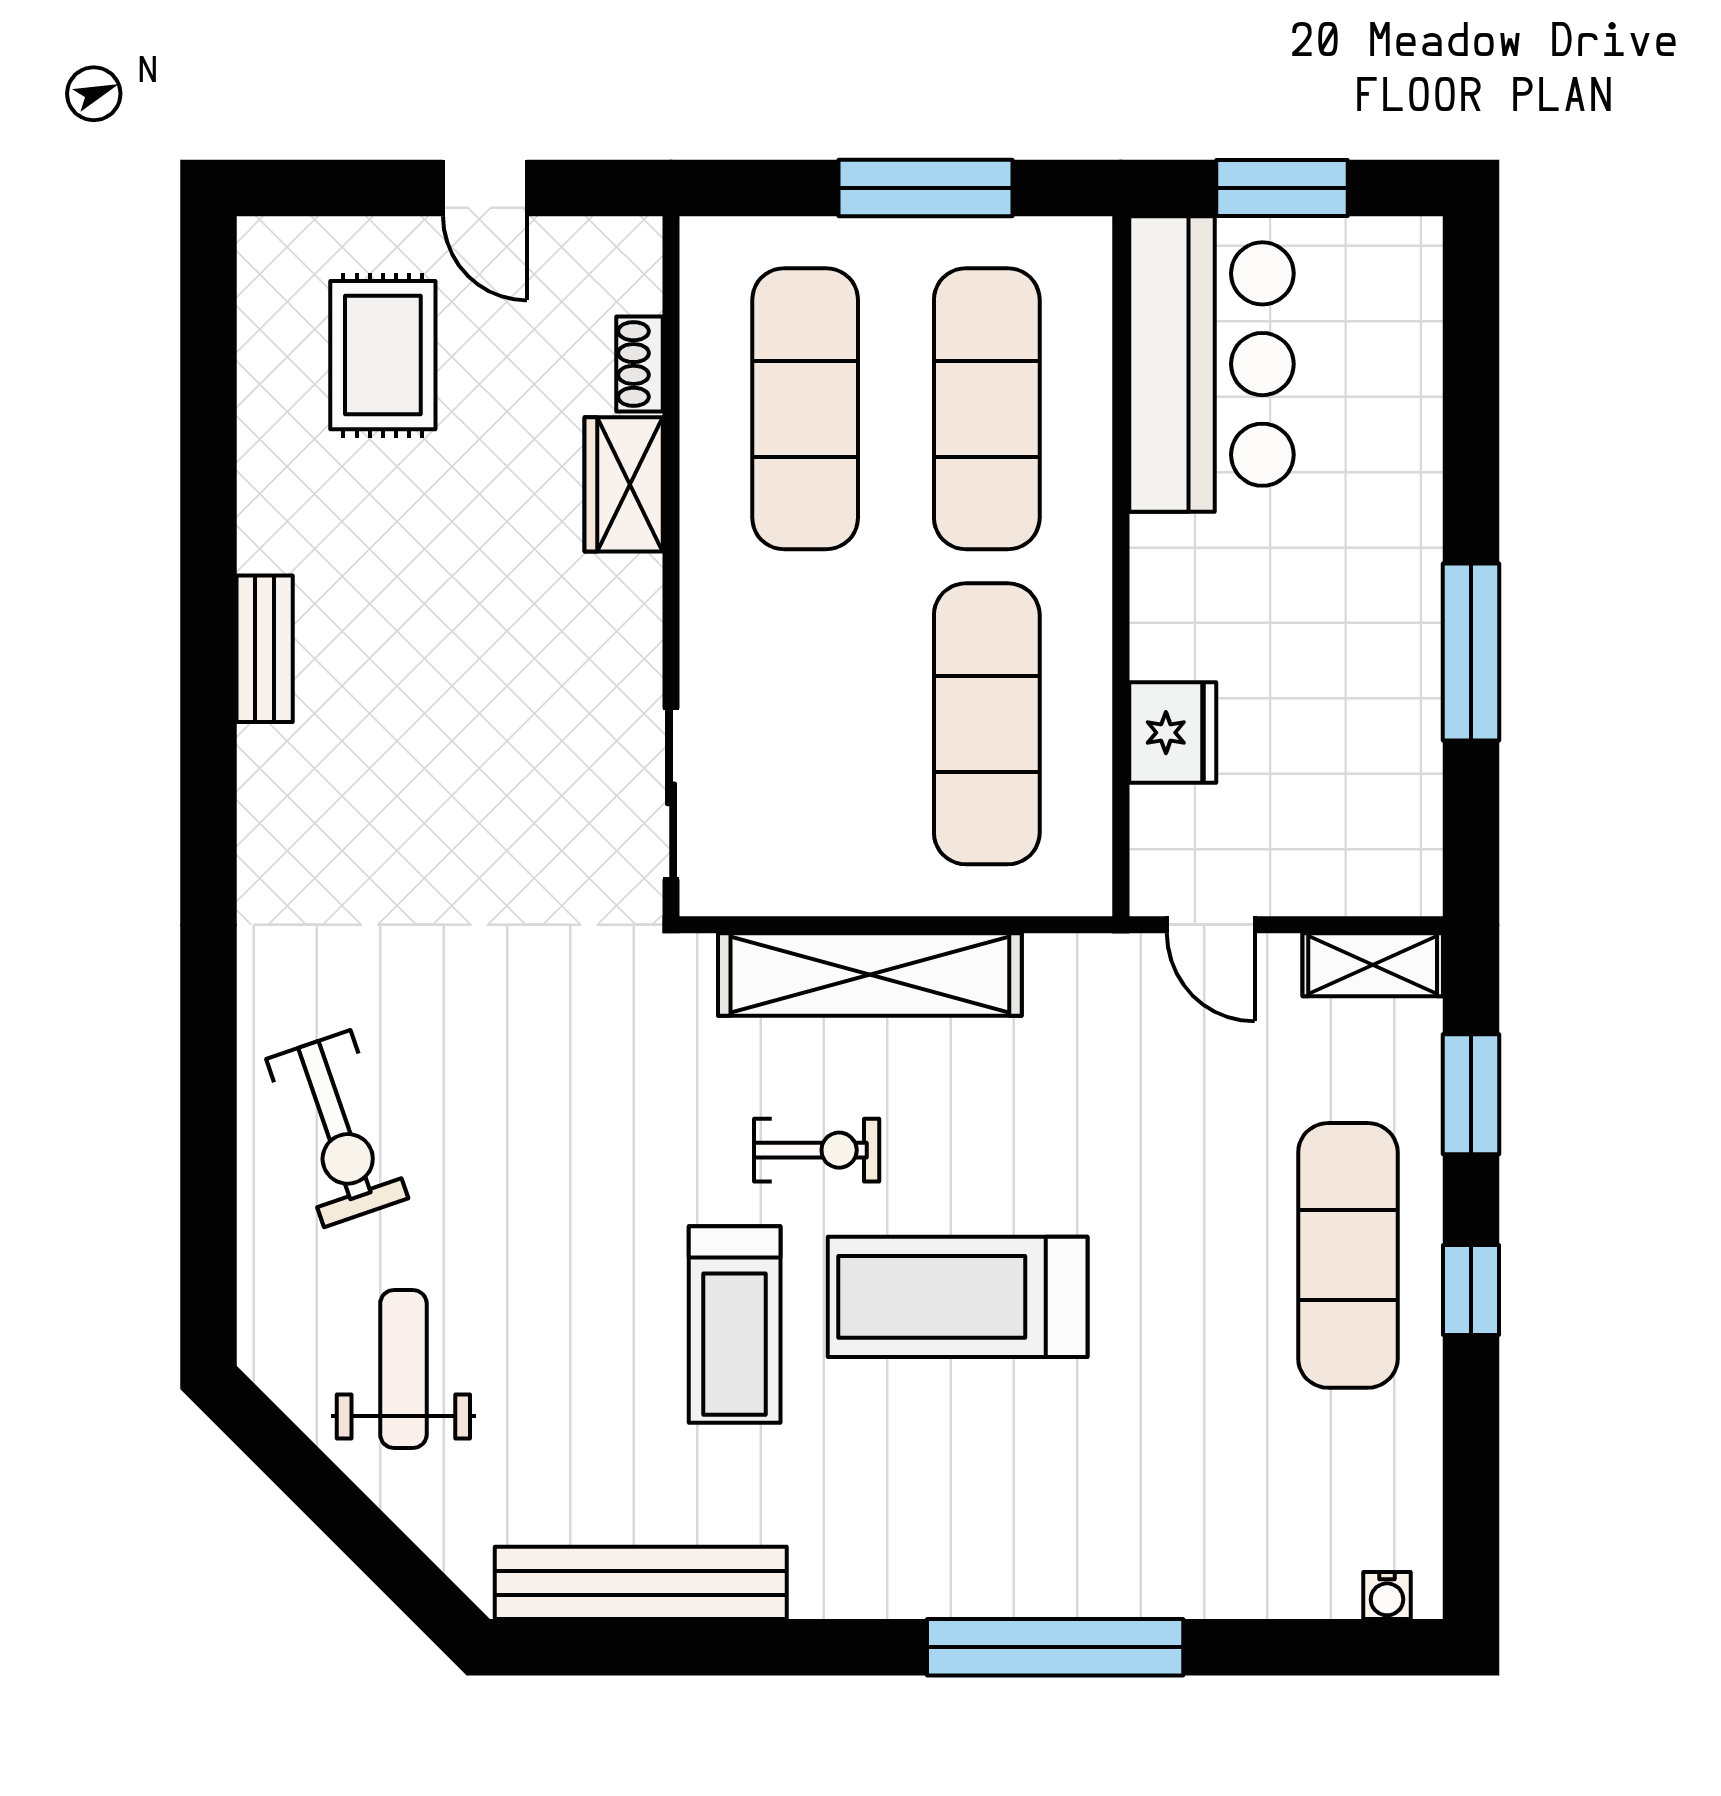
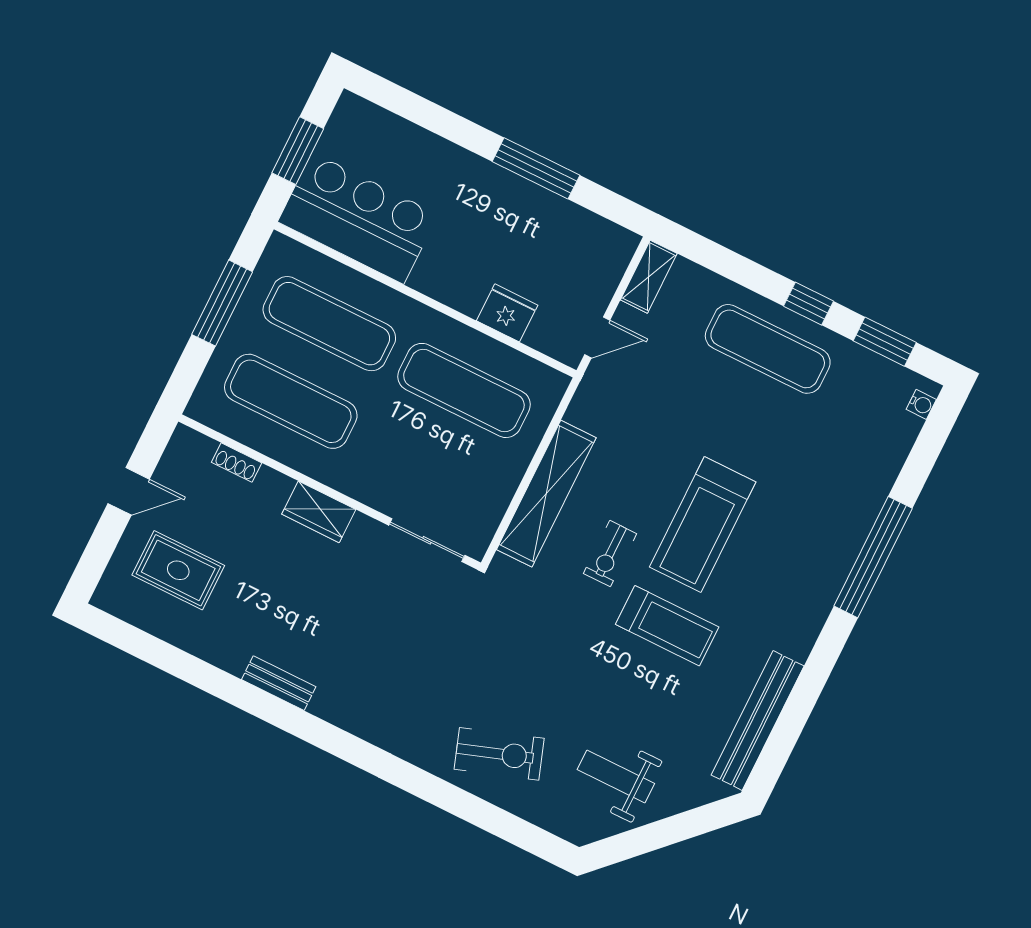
wardrobe: (624, 484) -> (319, 512), moved
window: (1471, 1094) -> (885, 342), moved
exercise bike: (817, 1150) -> (610, 554), turned 180

